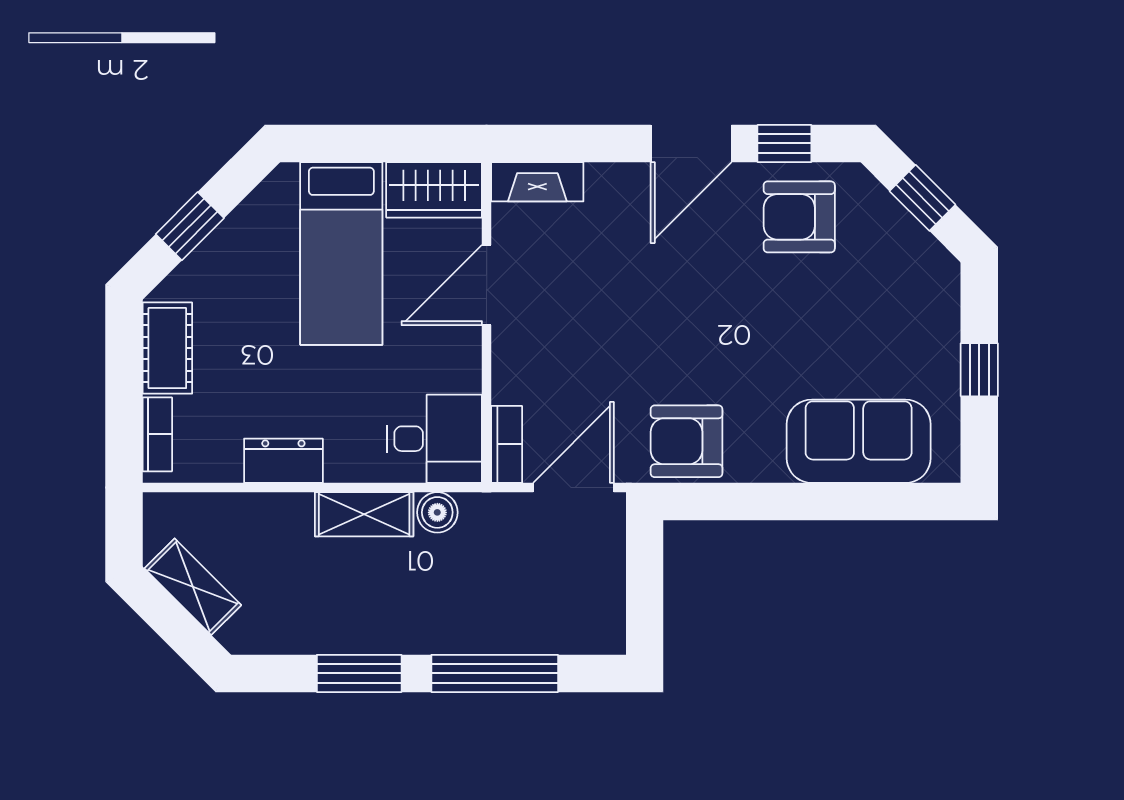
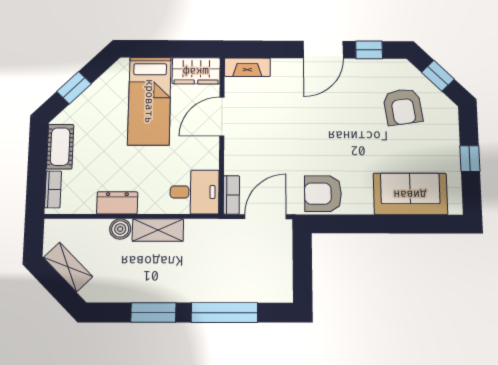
armchair: (799, 217) -> (403, 107), moved, turned -98
boiler: (437, 512) -> (120, 229), moved

